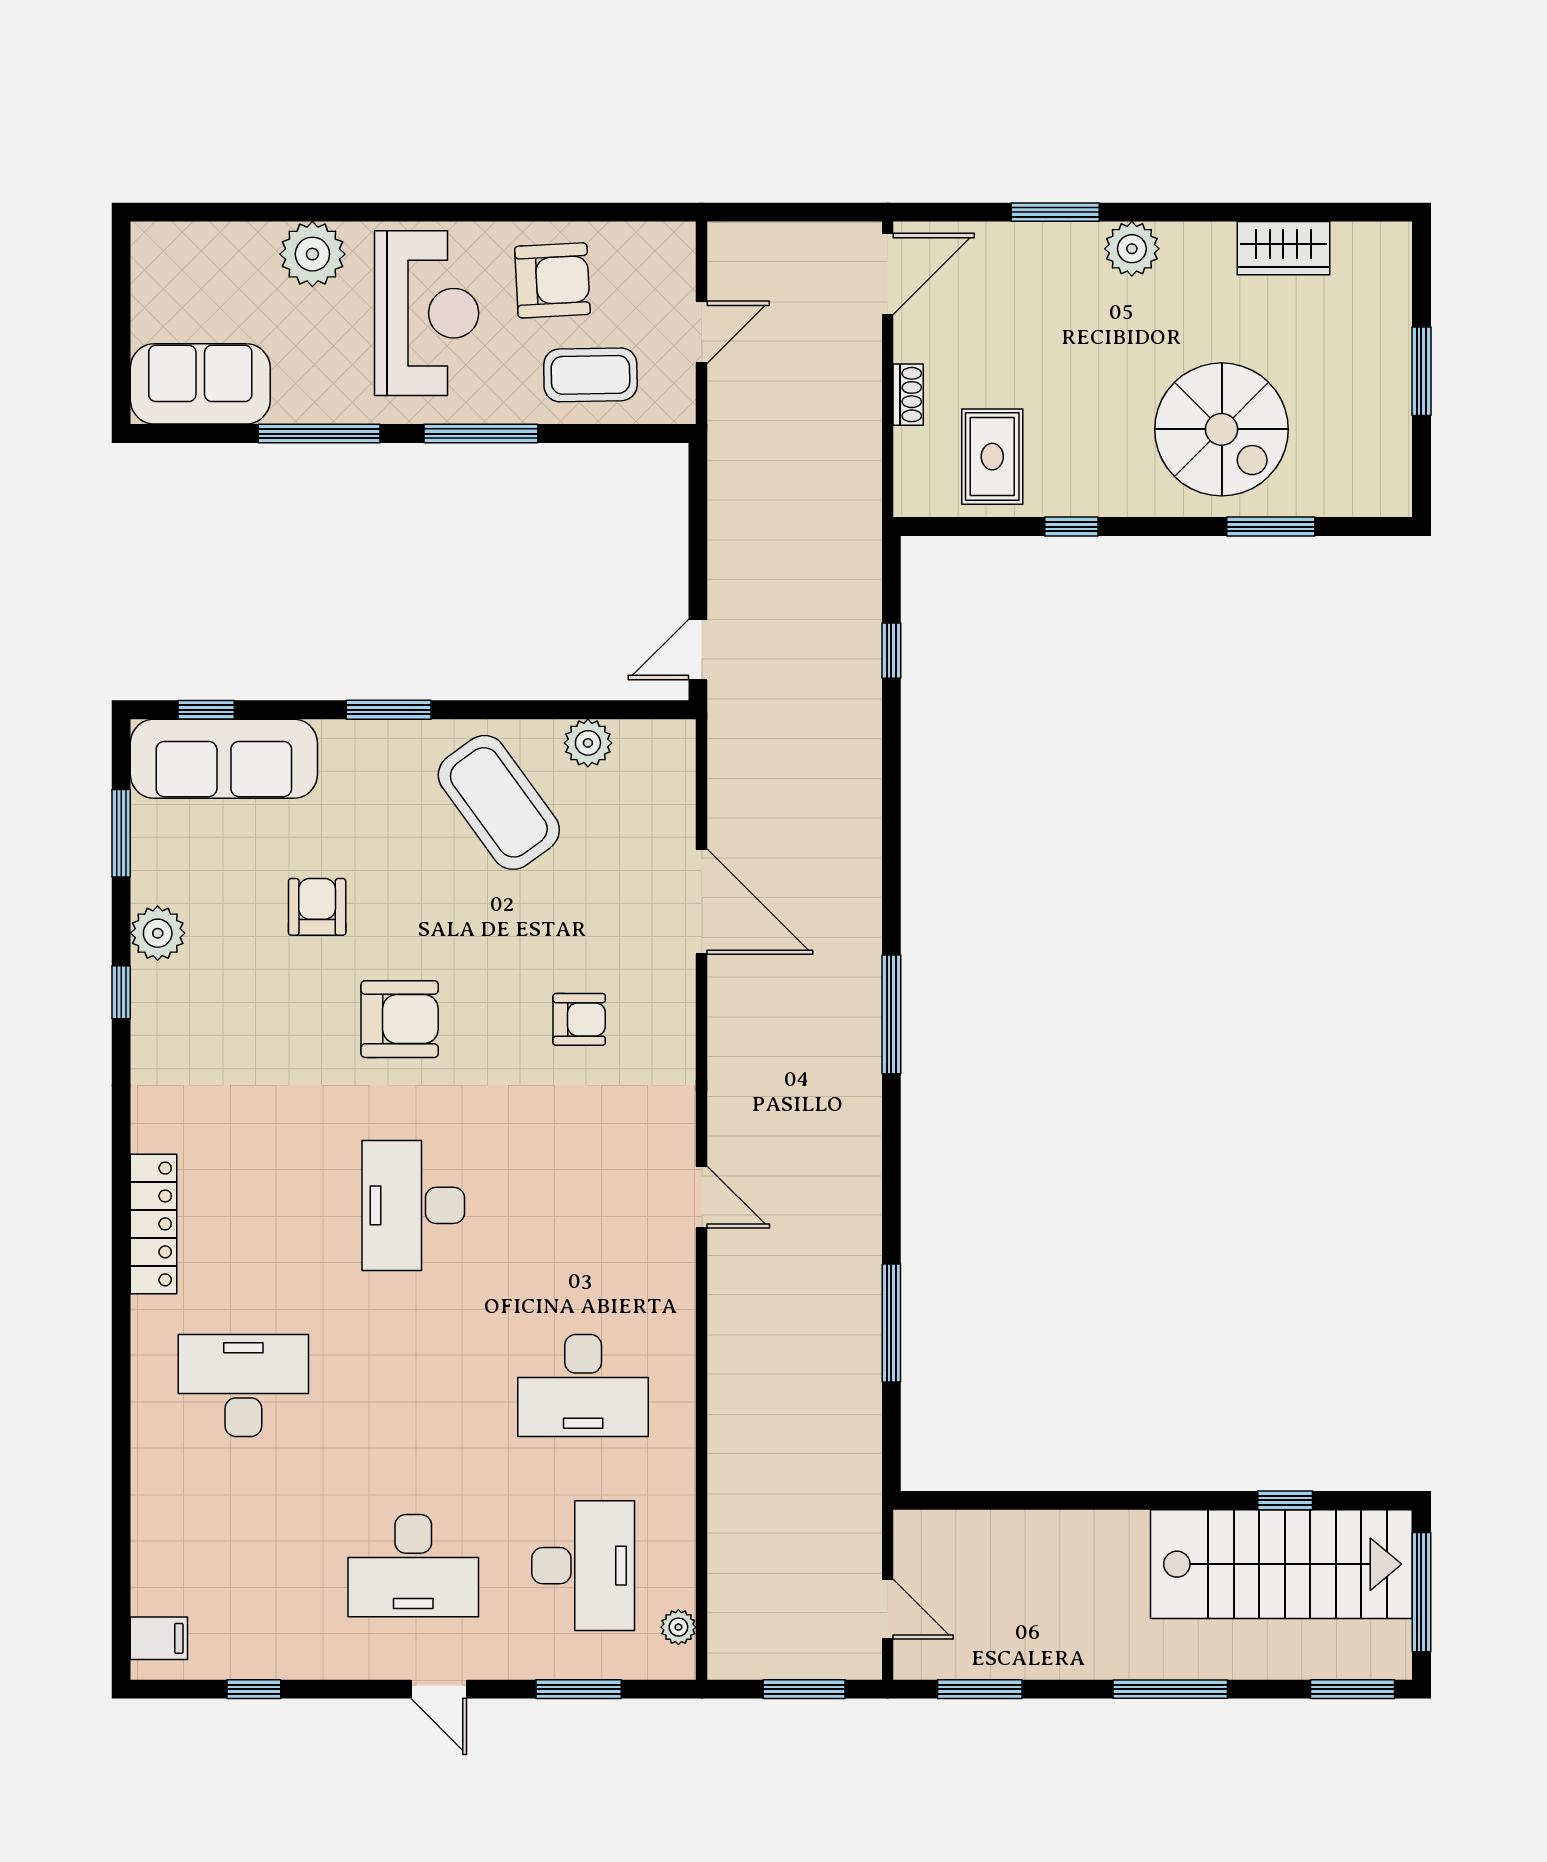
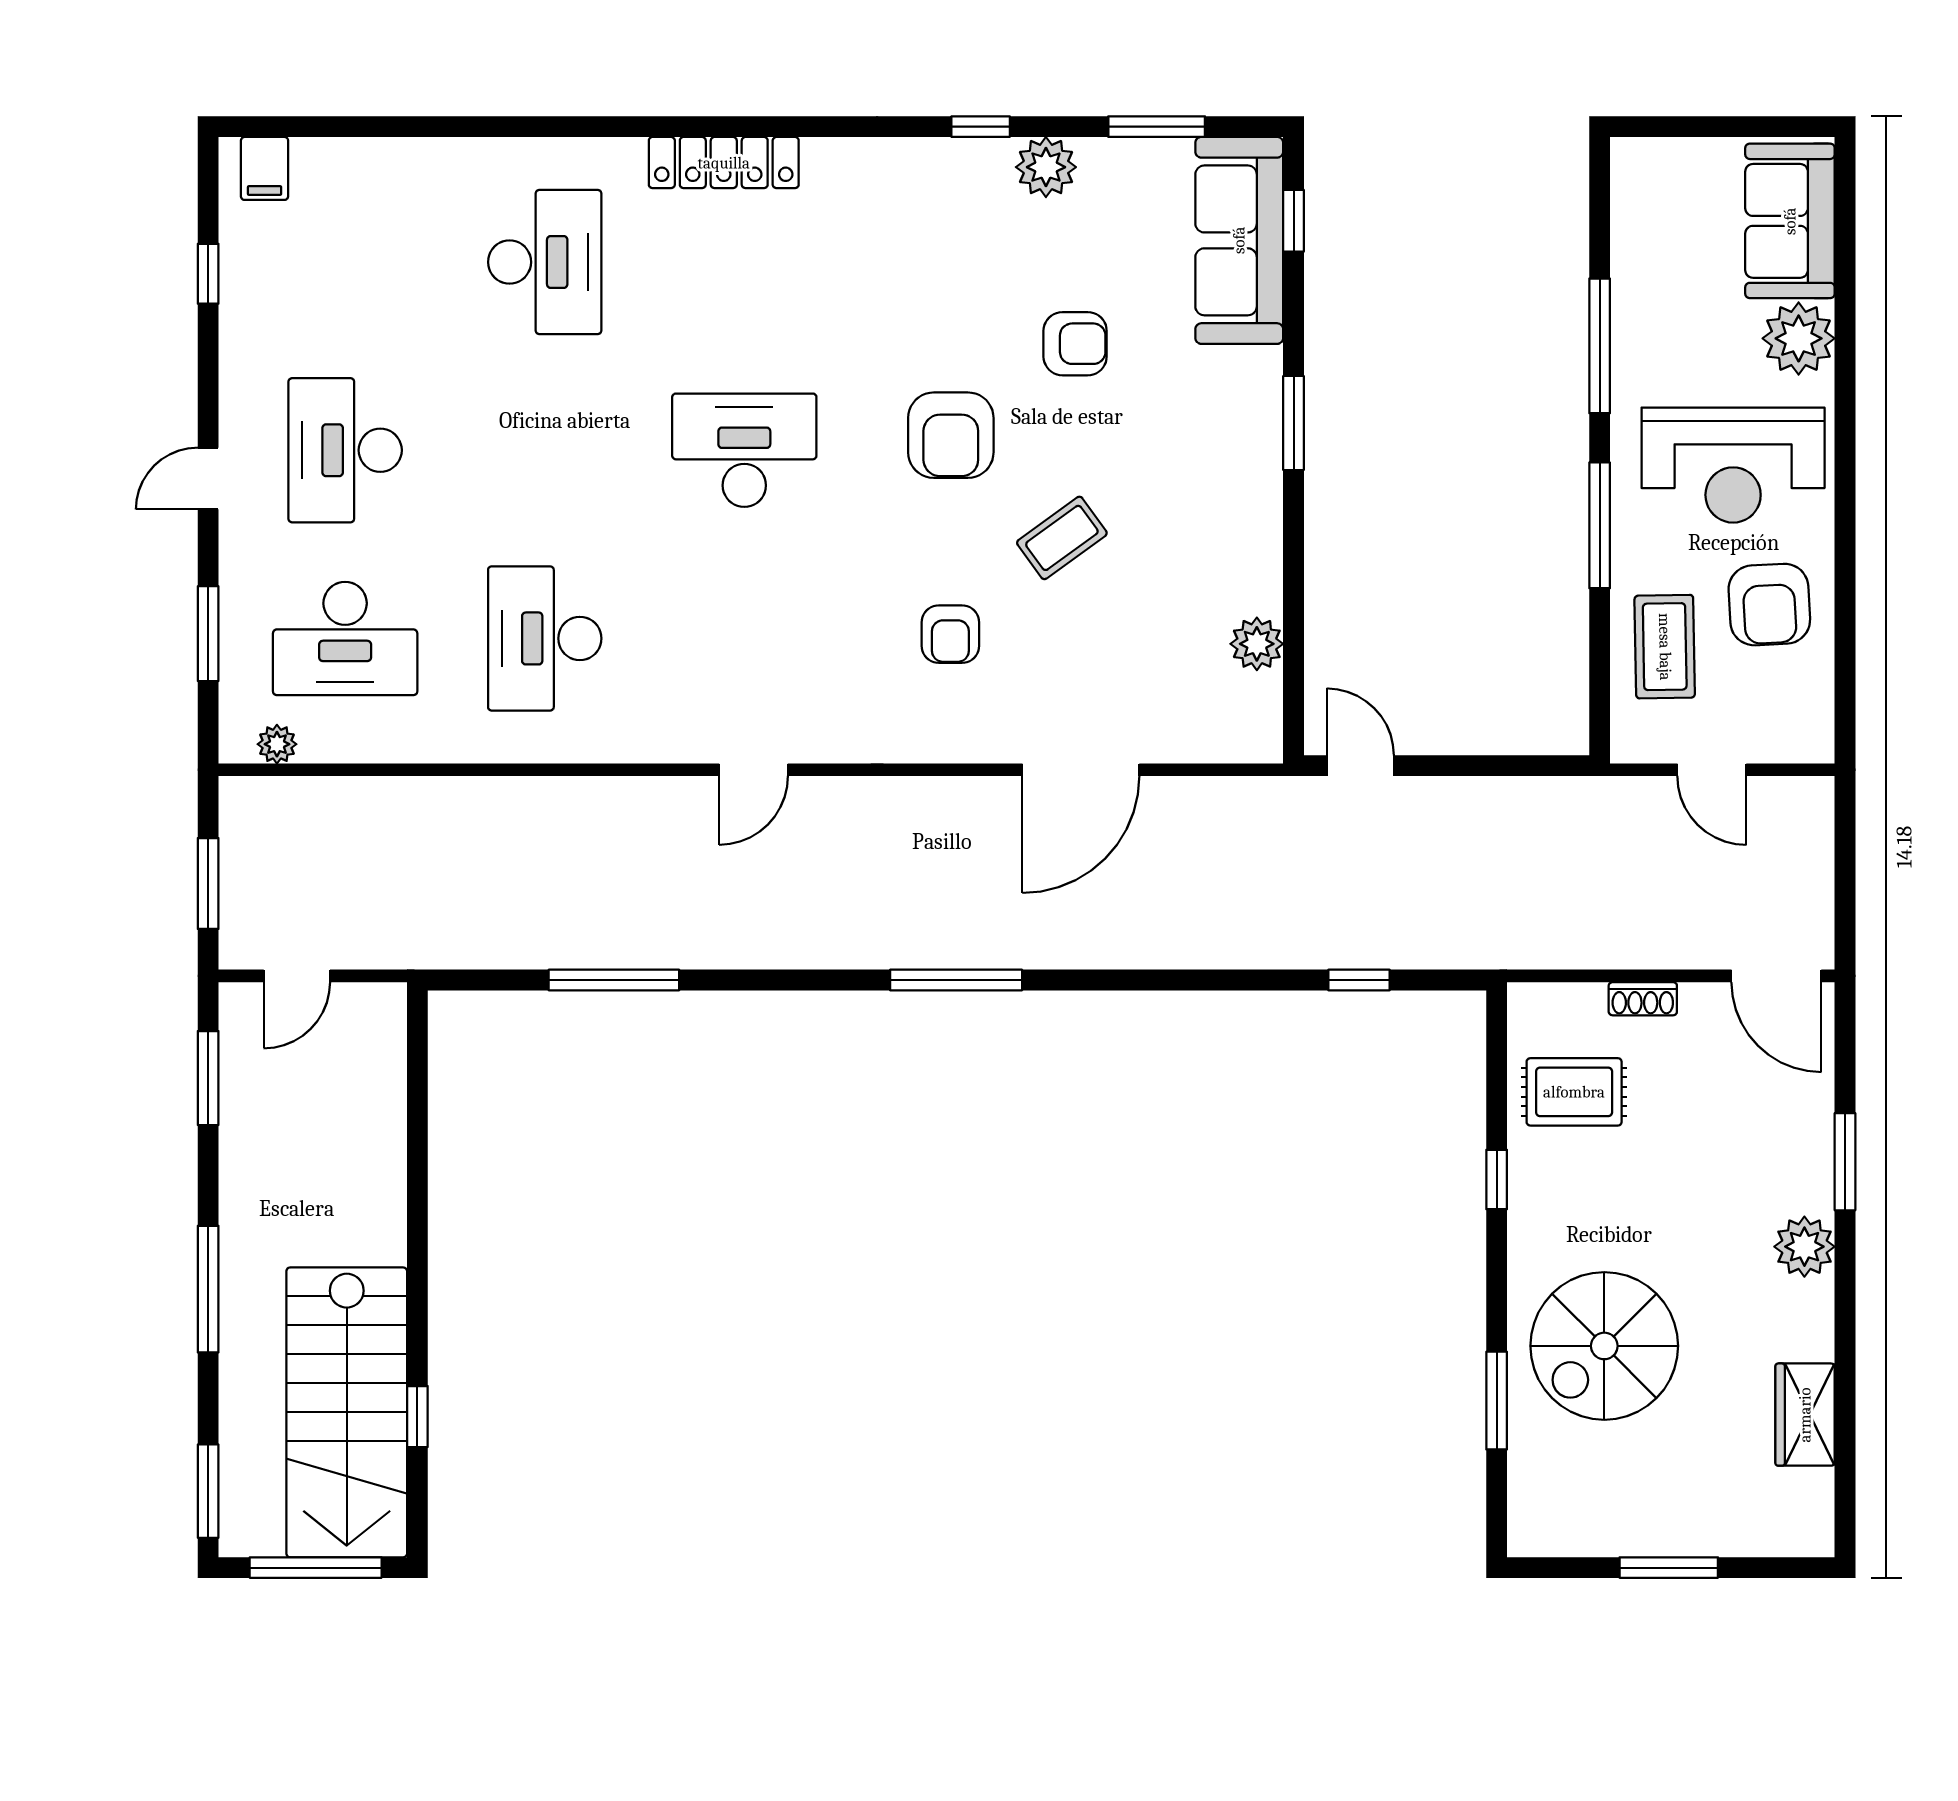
sofa: (200, 384) -> (1790, 221), moved, turned 180
coffee table: (499, 802) -> (1062, 538), moved, width x0.54, depth x0.58

